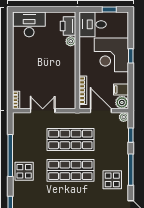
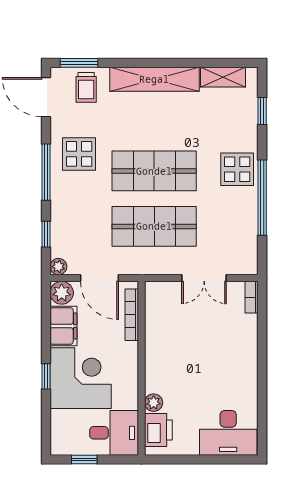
filing cabinet: (121, 90) -> (63, 326), width x2.00

